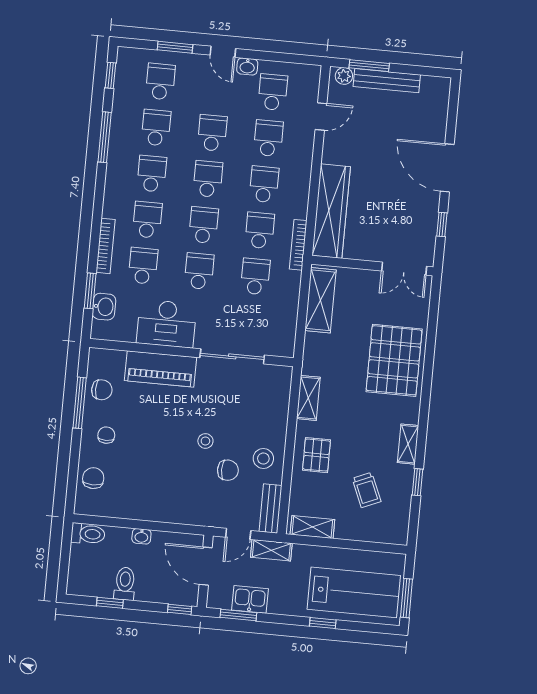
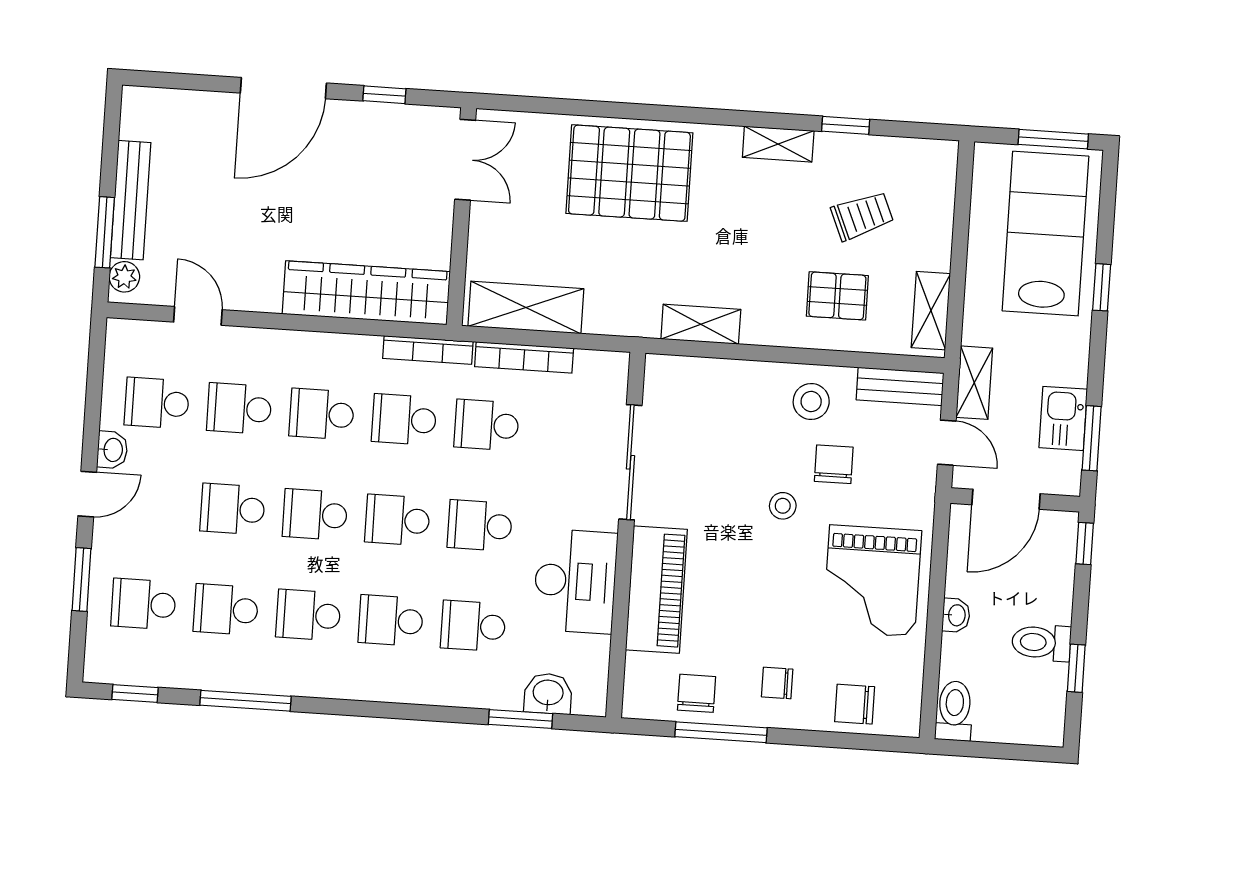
bookcase: (106, 246) -> (524, 357), moved, turned 180
pallet: (316, 455) -> (837, 296), moved
grand piano: (162, 490) -> (872, 581), added

